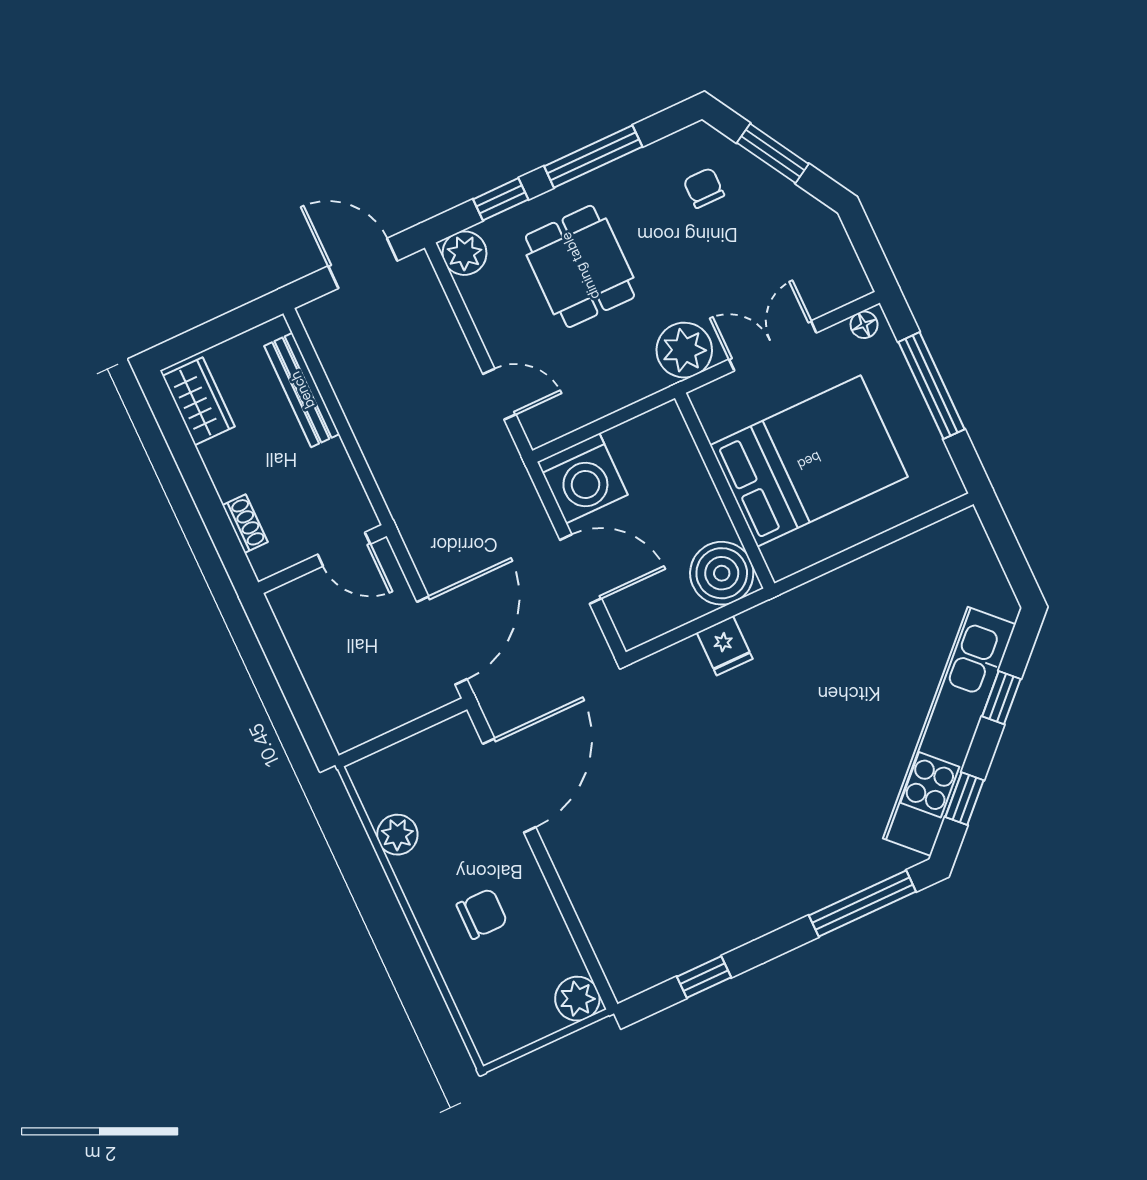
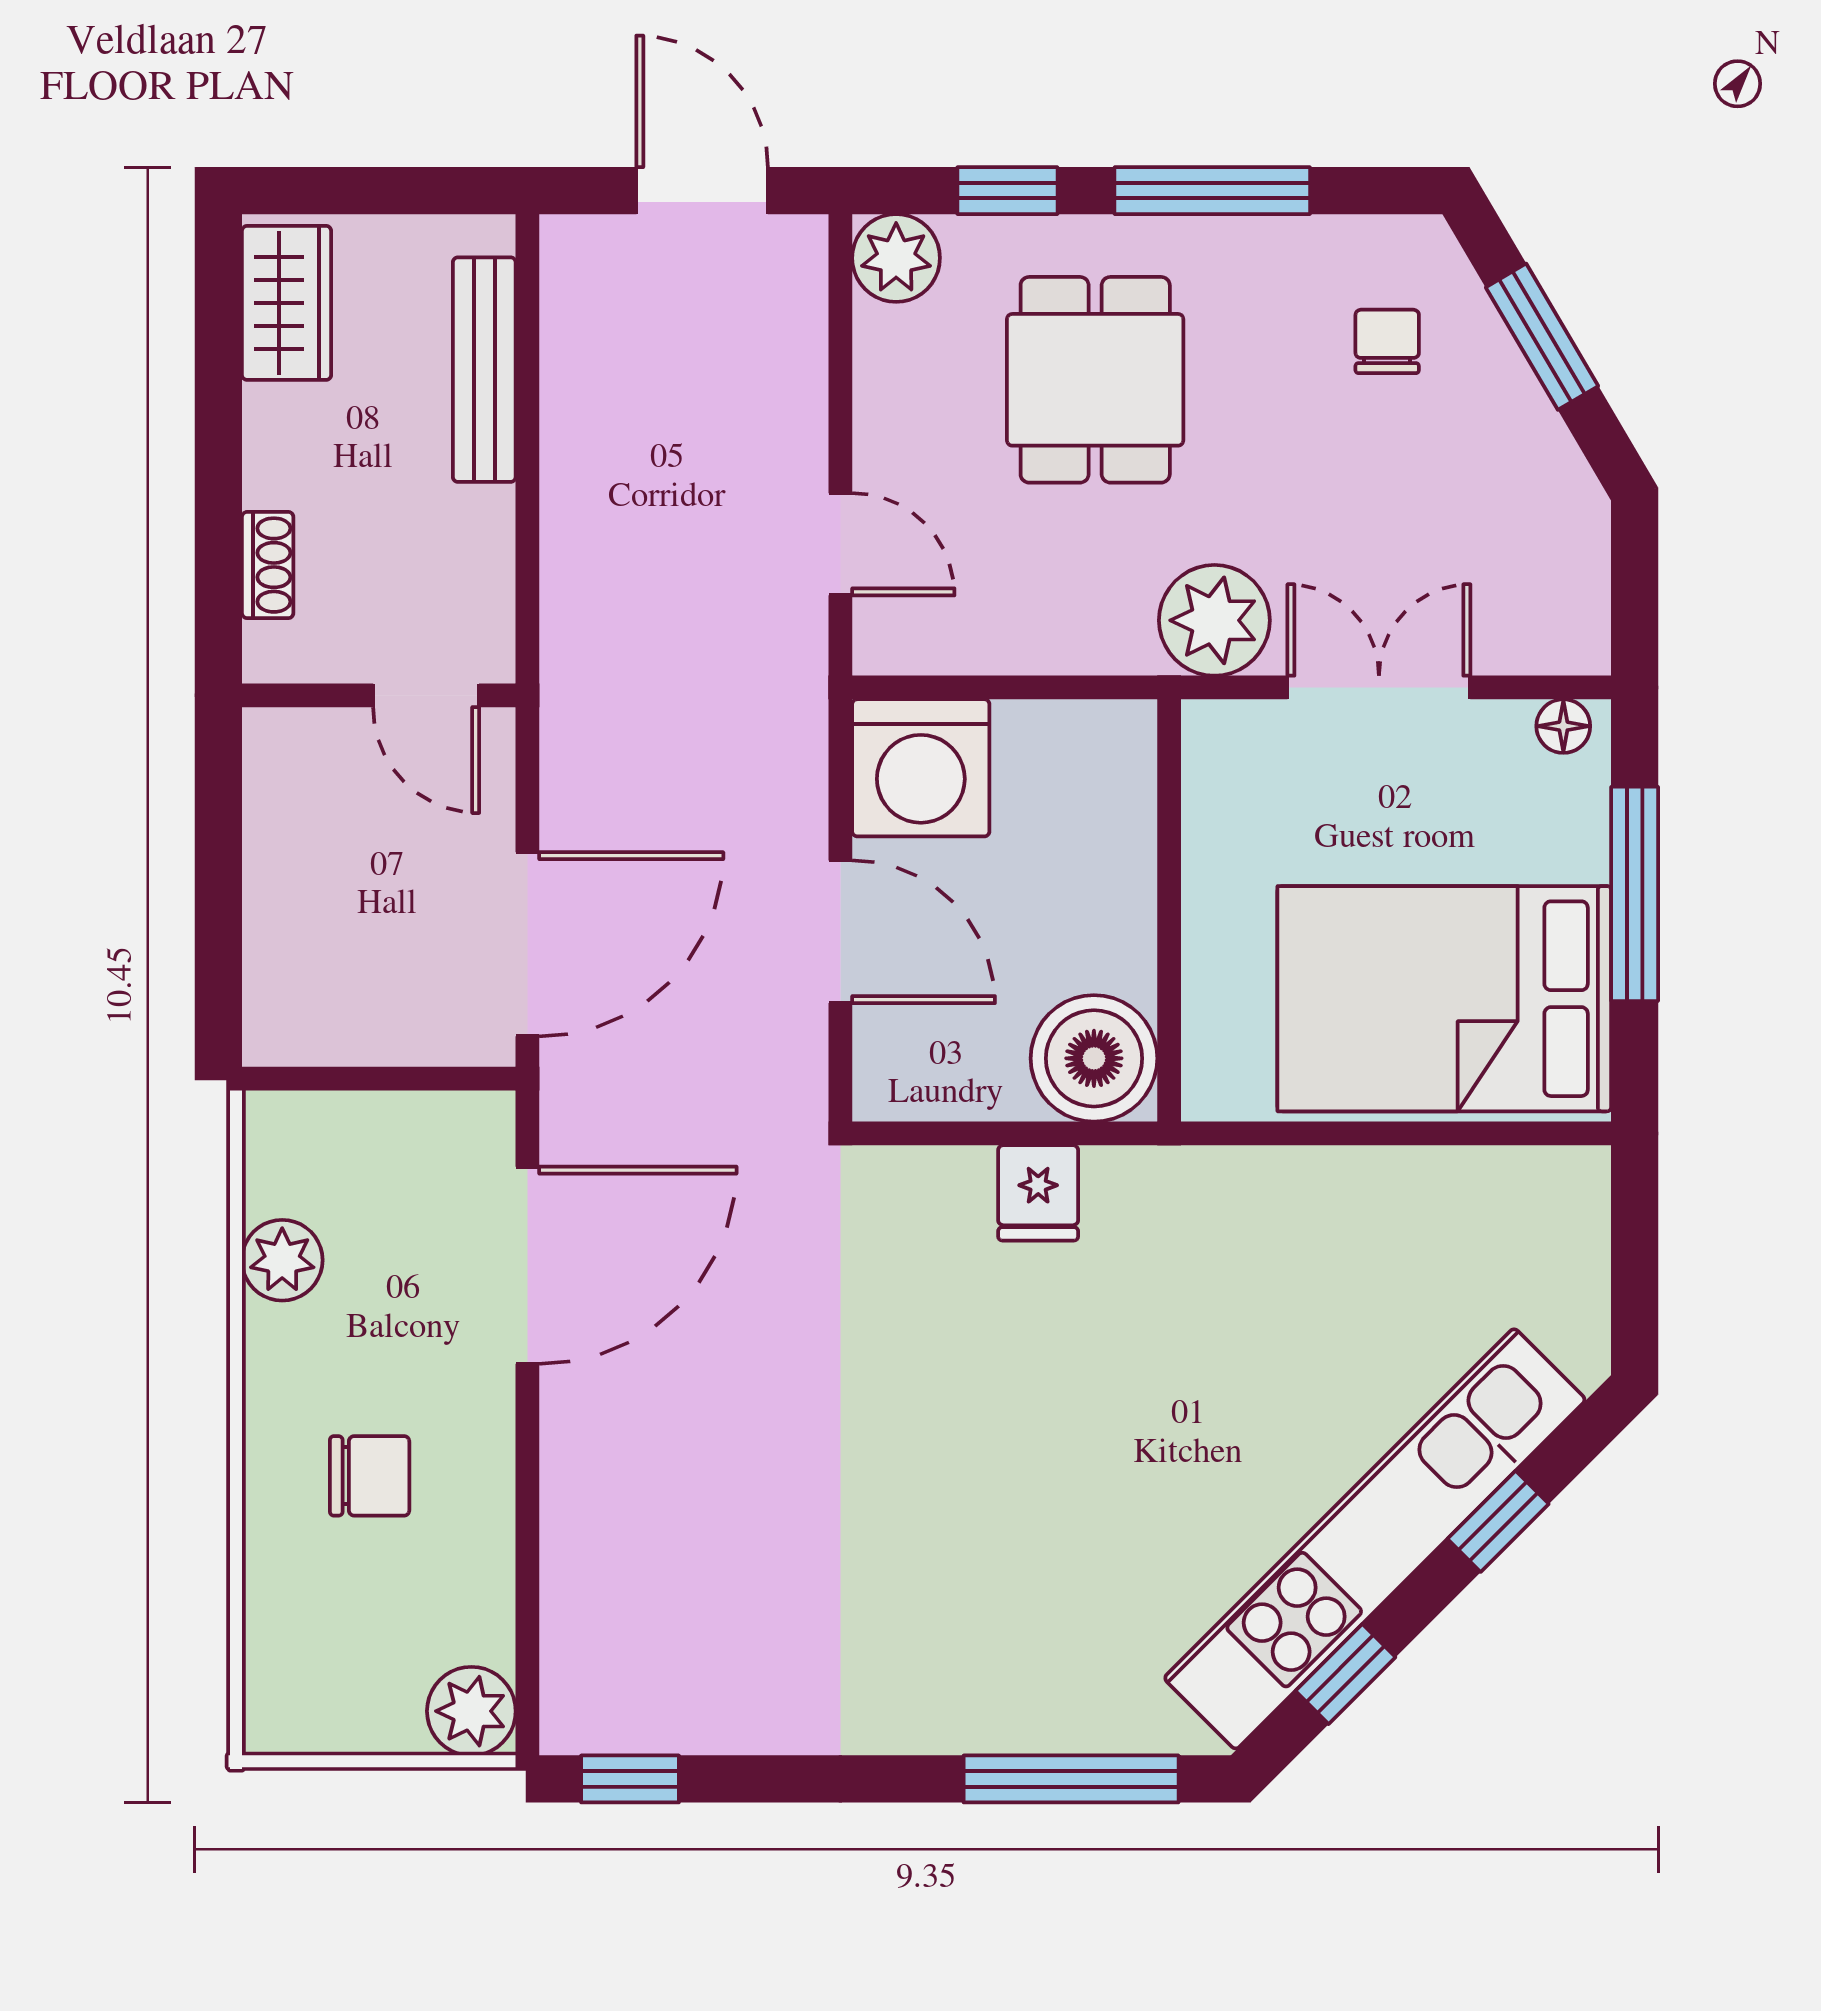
bed: (809, 461) -> (1444, 999), moved, turned 180
window: (704, 977) -> (630, 1779), moved

